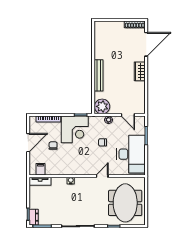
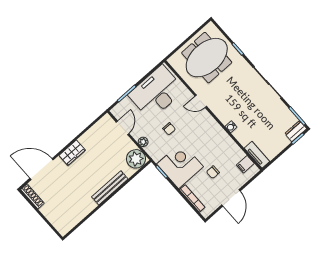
door: (28, 143) -> (231, 198), swing flipped

